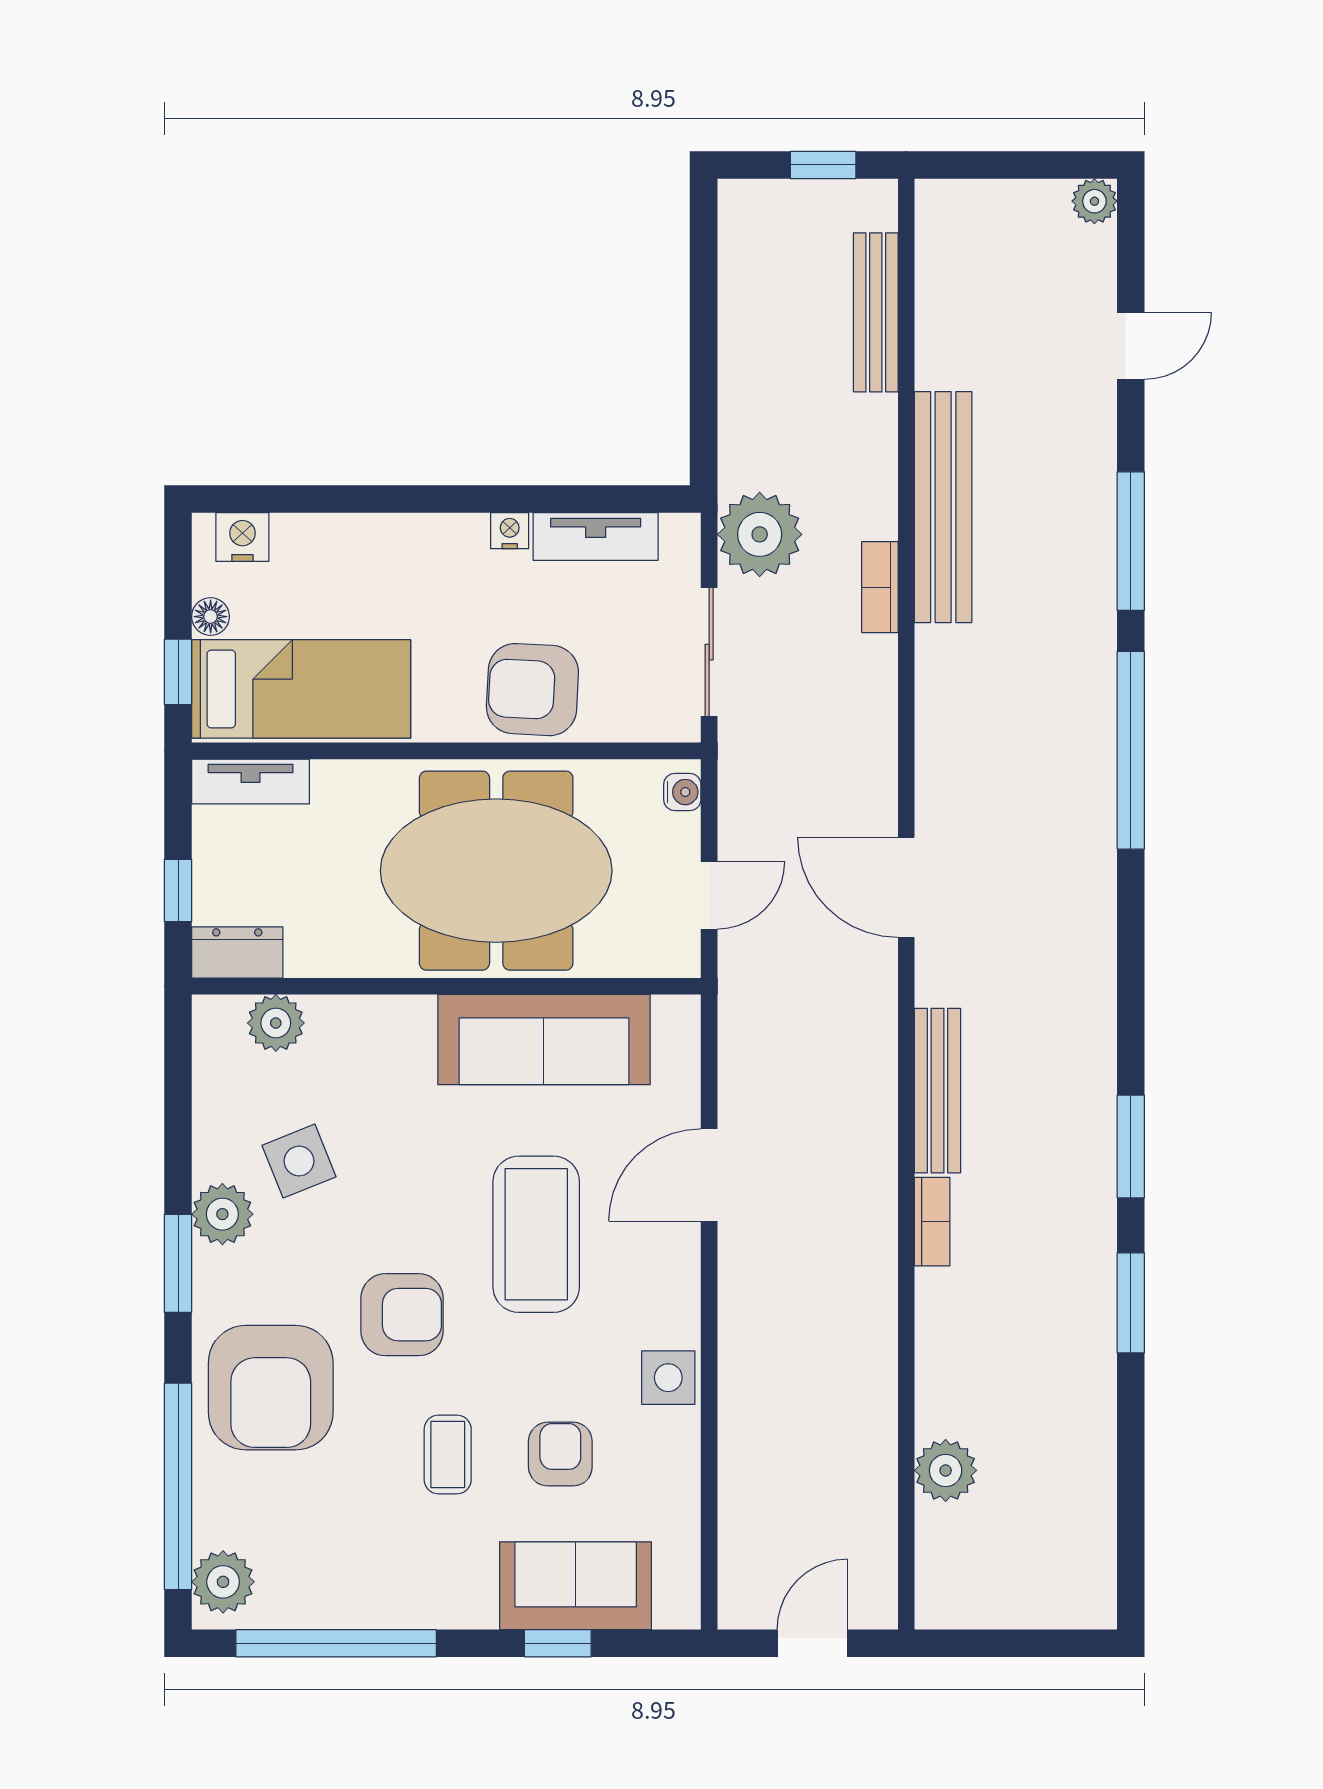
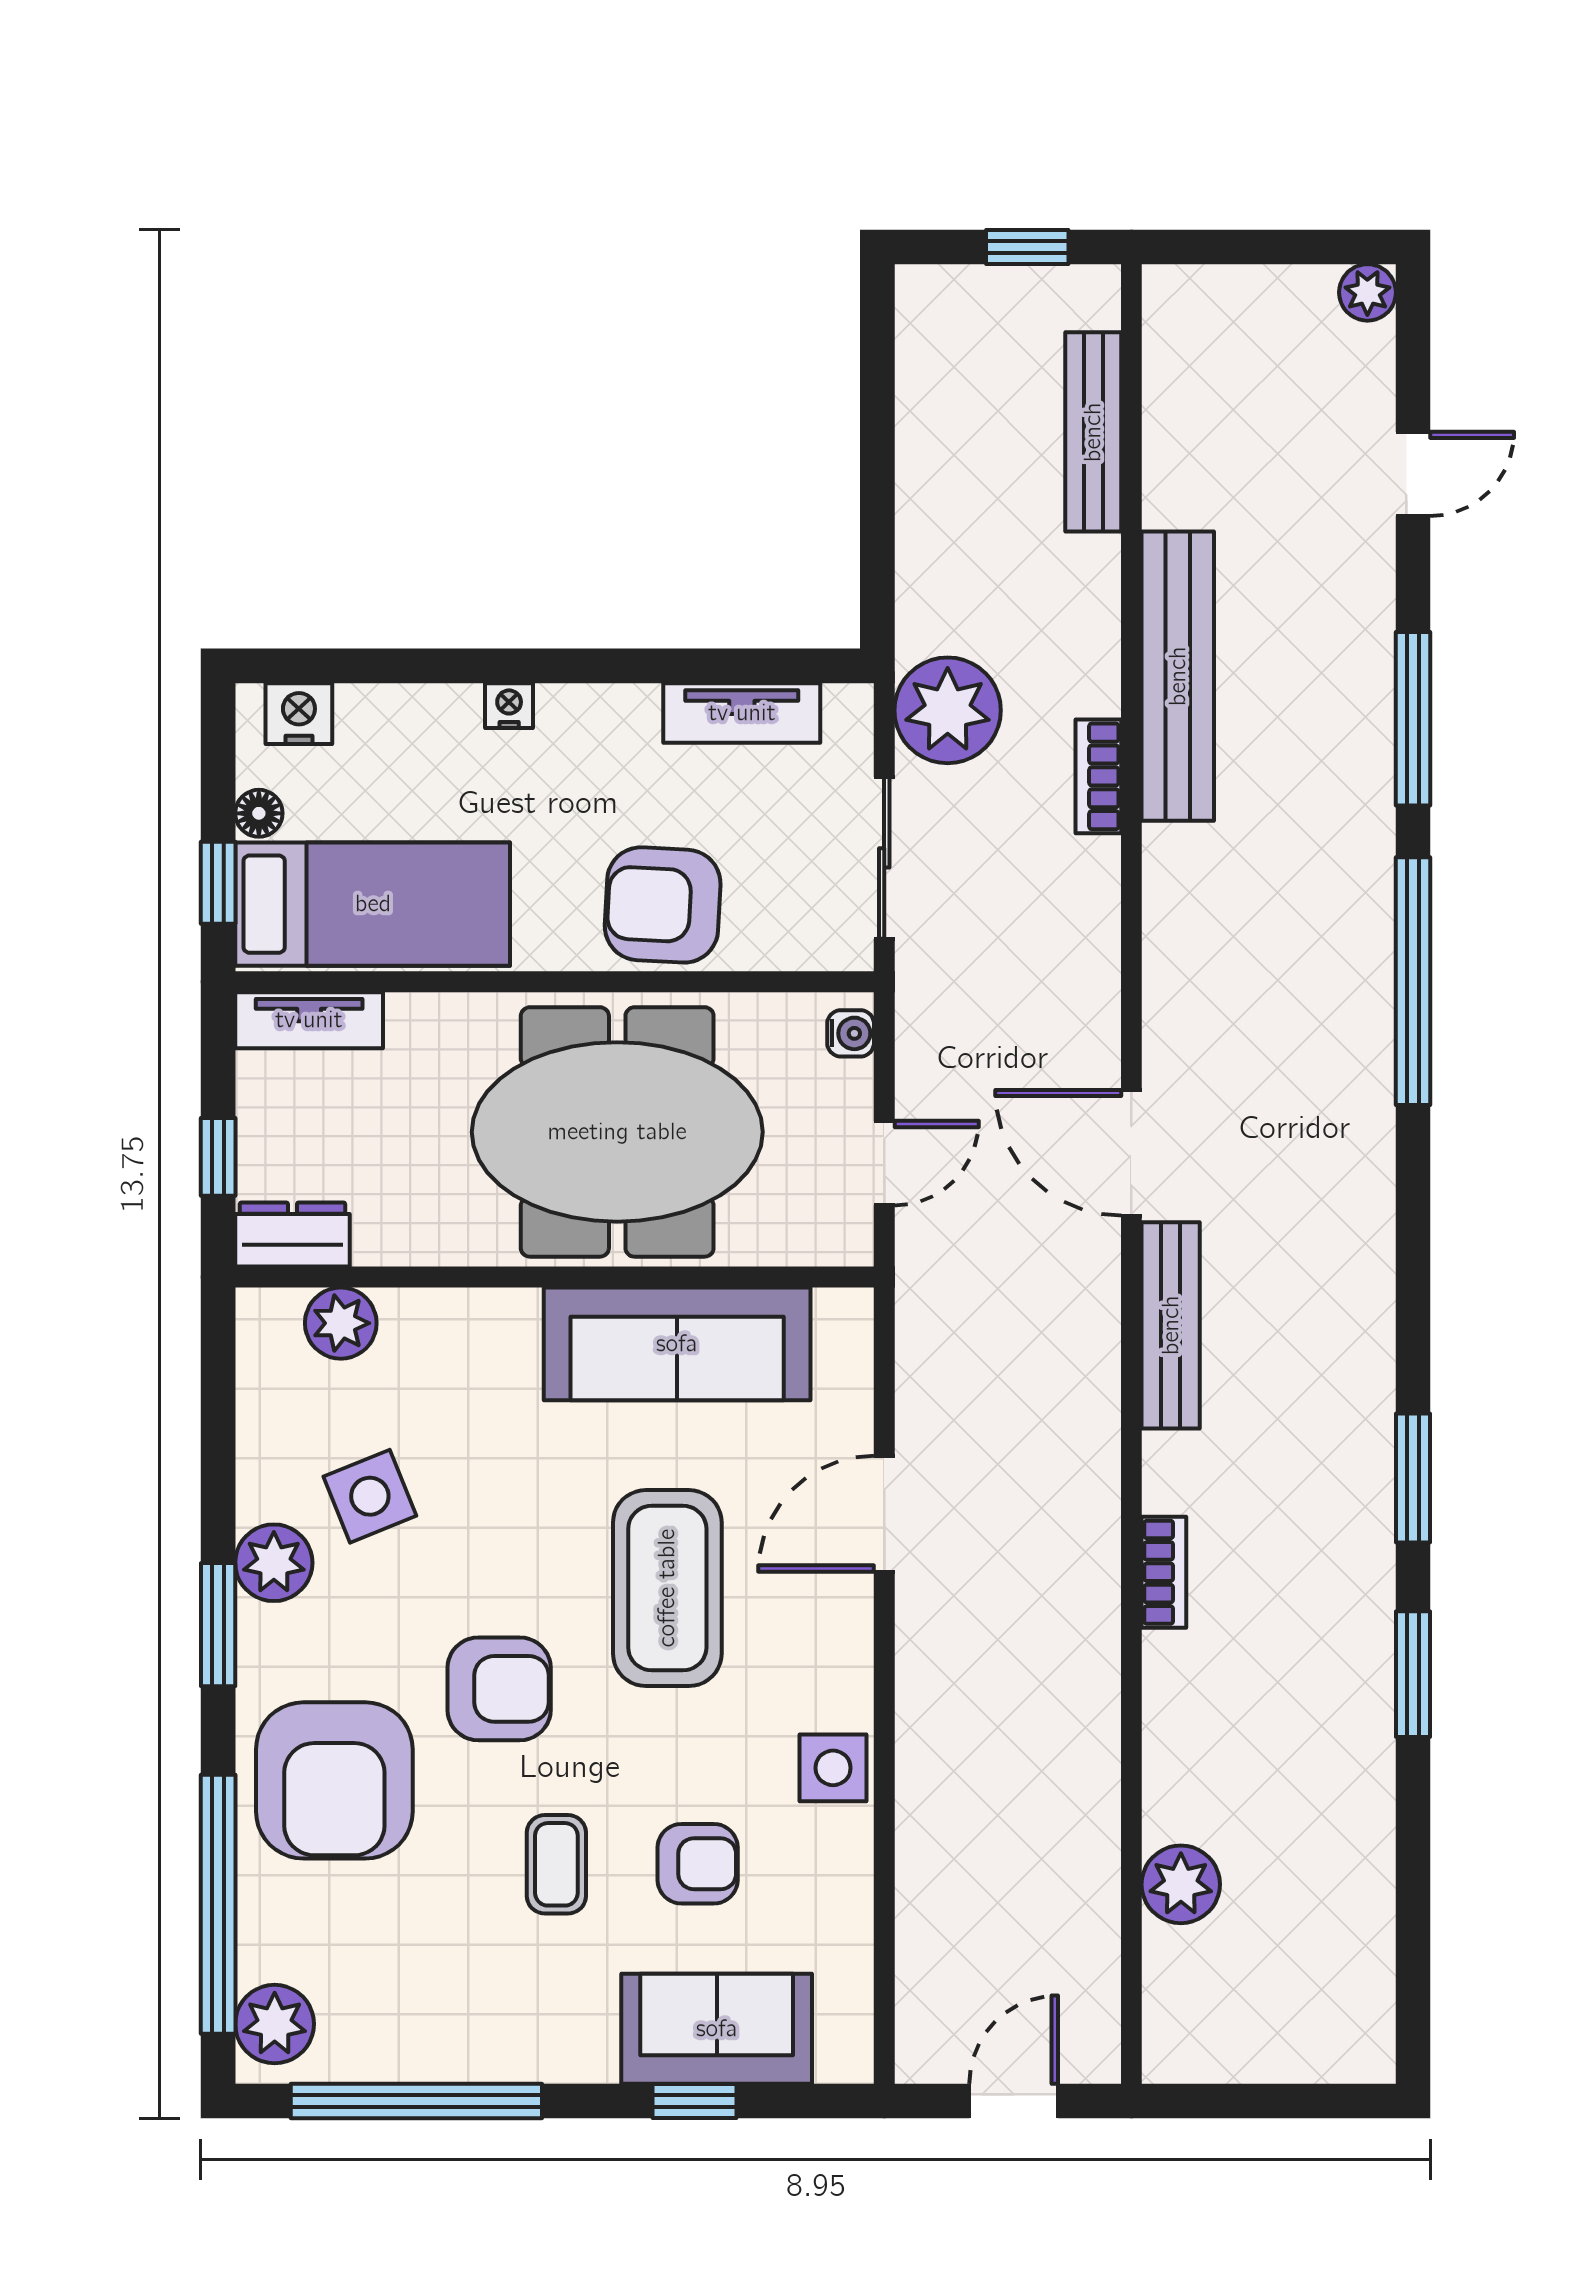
nightstand: (510, 531) -> (509, 706), moved
bench: (937, 1091) -> (1171, 1325), moved
armchair: (560, 1454) -> (698, 1864), turned 90

